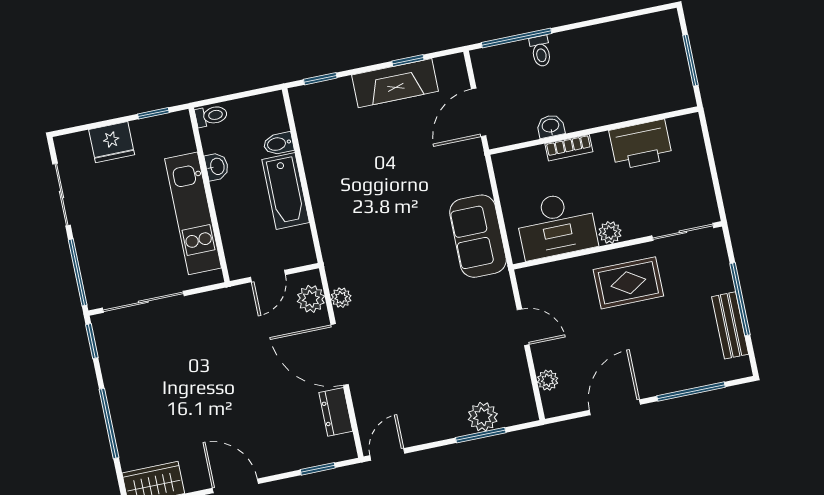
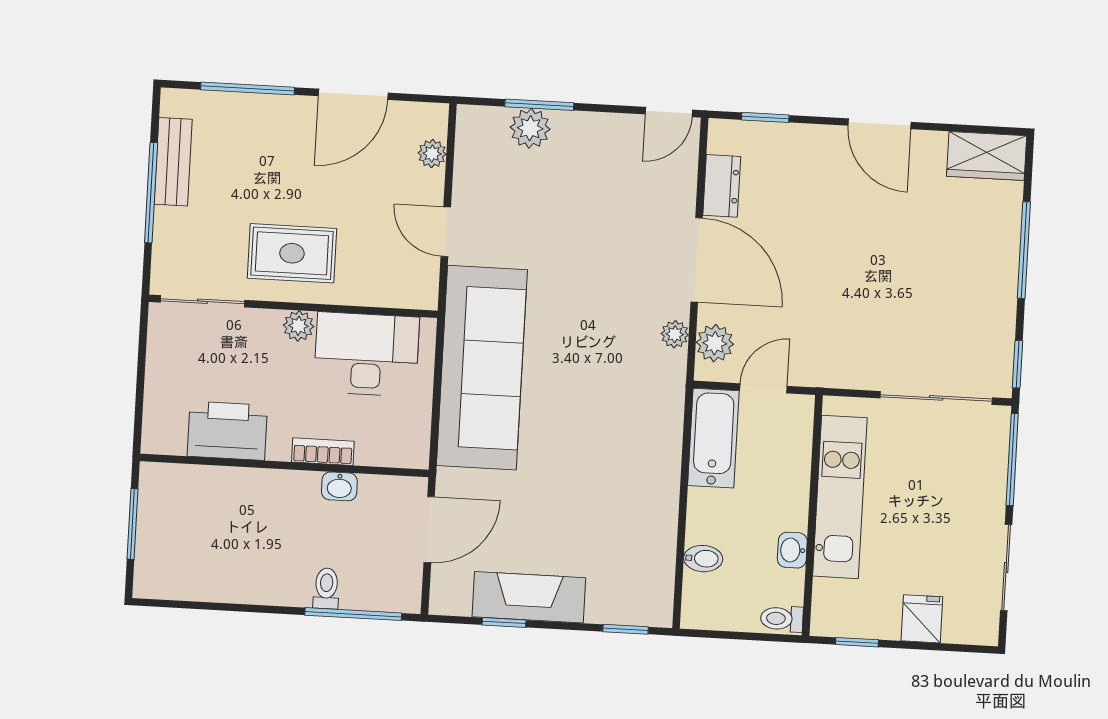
fridge: (112, 142) -> (922, 619), width x0.72
bathtub: (286, 191) -> (713, 438), moved
sofa: (478, 236) -> (482, 368), width x1.85, depth x1.27

